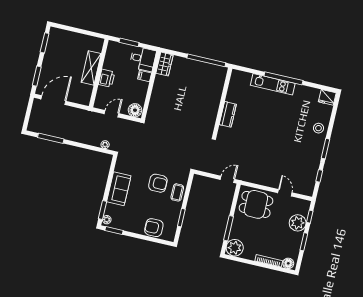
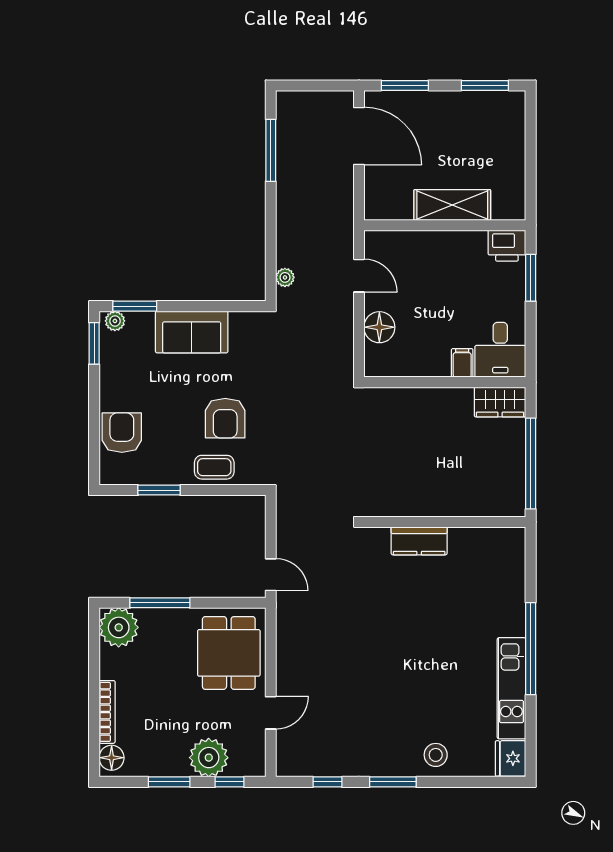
desk: (143, 59) -> (500, 350), moved
wardrobe: (164, 64) -> (500, 402), moved
filing cabinet: (145, 76) -> (462, 363), moved
printer: (107, 78) -> (507, 246), moved
kitchen unit: (273, 84) -> (511, 688), moved
wall: (151, 85) -> (445, 382), moved

